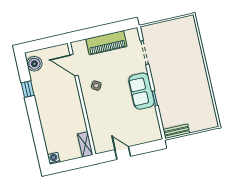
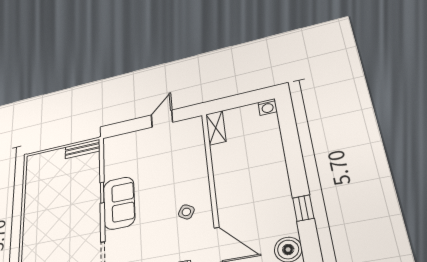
door: (123, 153) -> (162, 119), swing flipped

